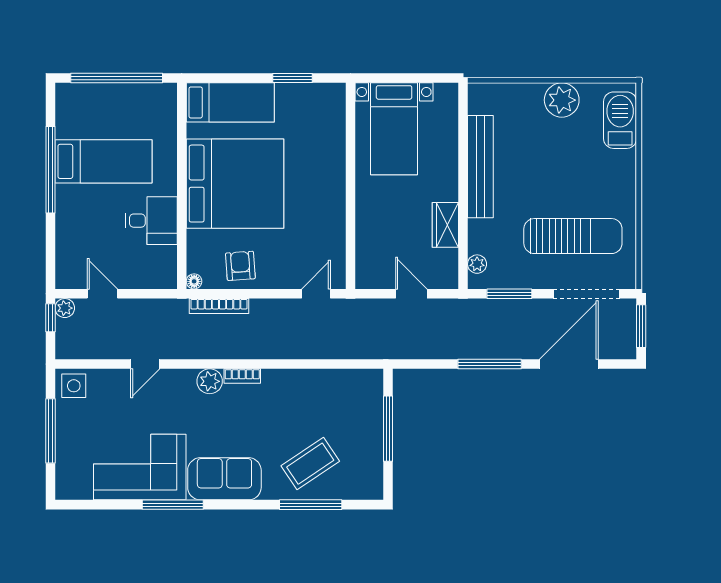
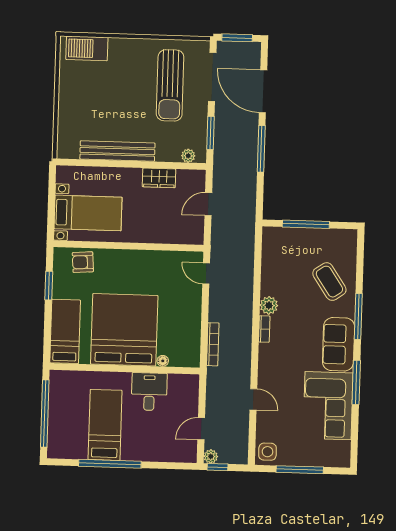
plant: (562, 100) -> (71, 90), removed
sun lounger: (573, 236) -> (170, 85), turned 180
armchair: (240, 266) -> (83, 262), moved
floor lamp: (194, 281) -> (163, 361), moved
plant: (210, 381) -> (269, 305), moved
window: (311, 505) -> (358, 317), moved

